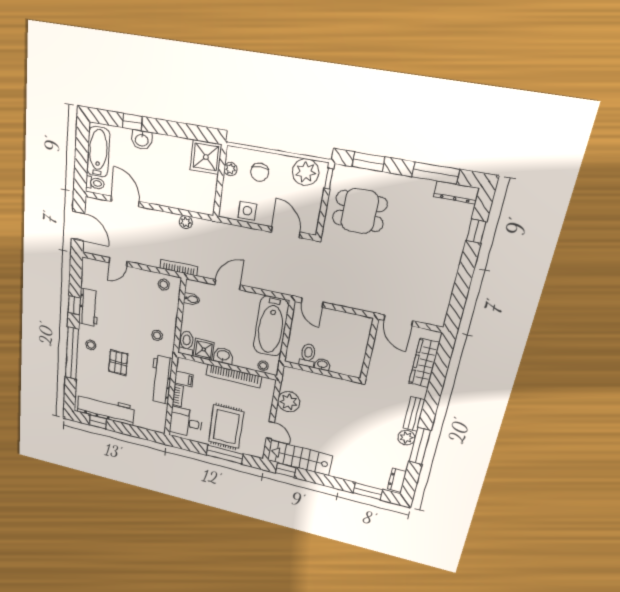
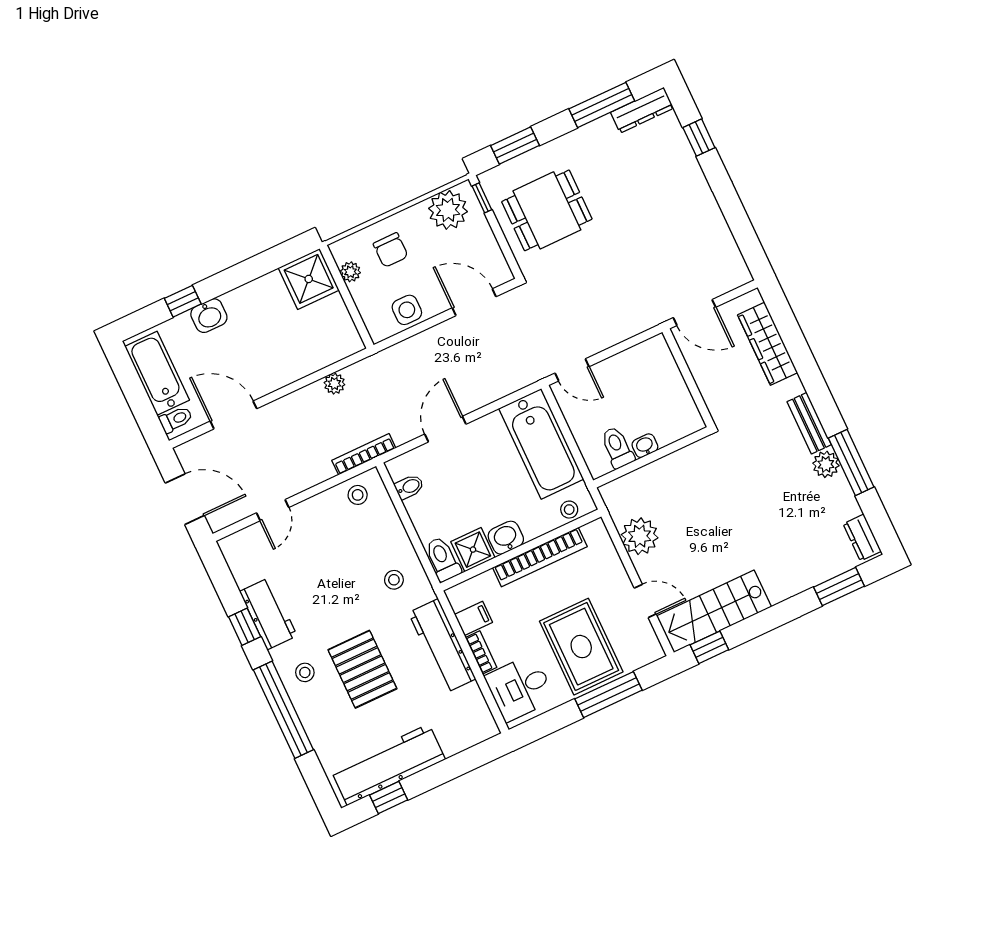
pallet: (118, 363) -> (362, 669), width x1.50, depth x1.42

